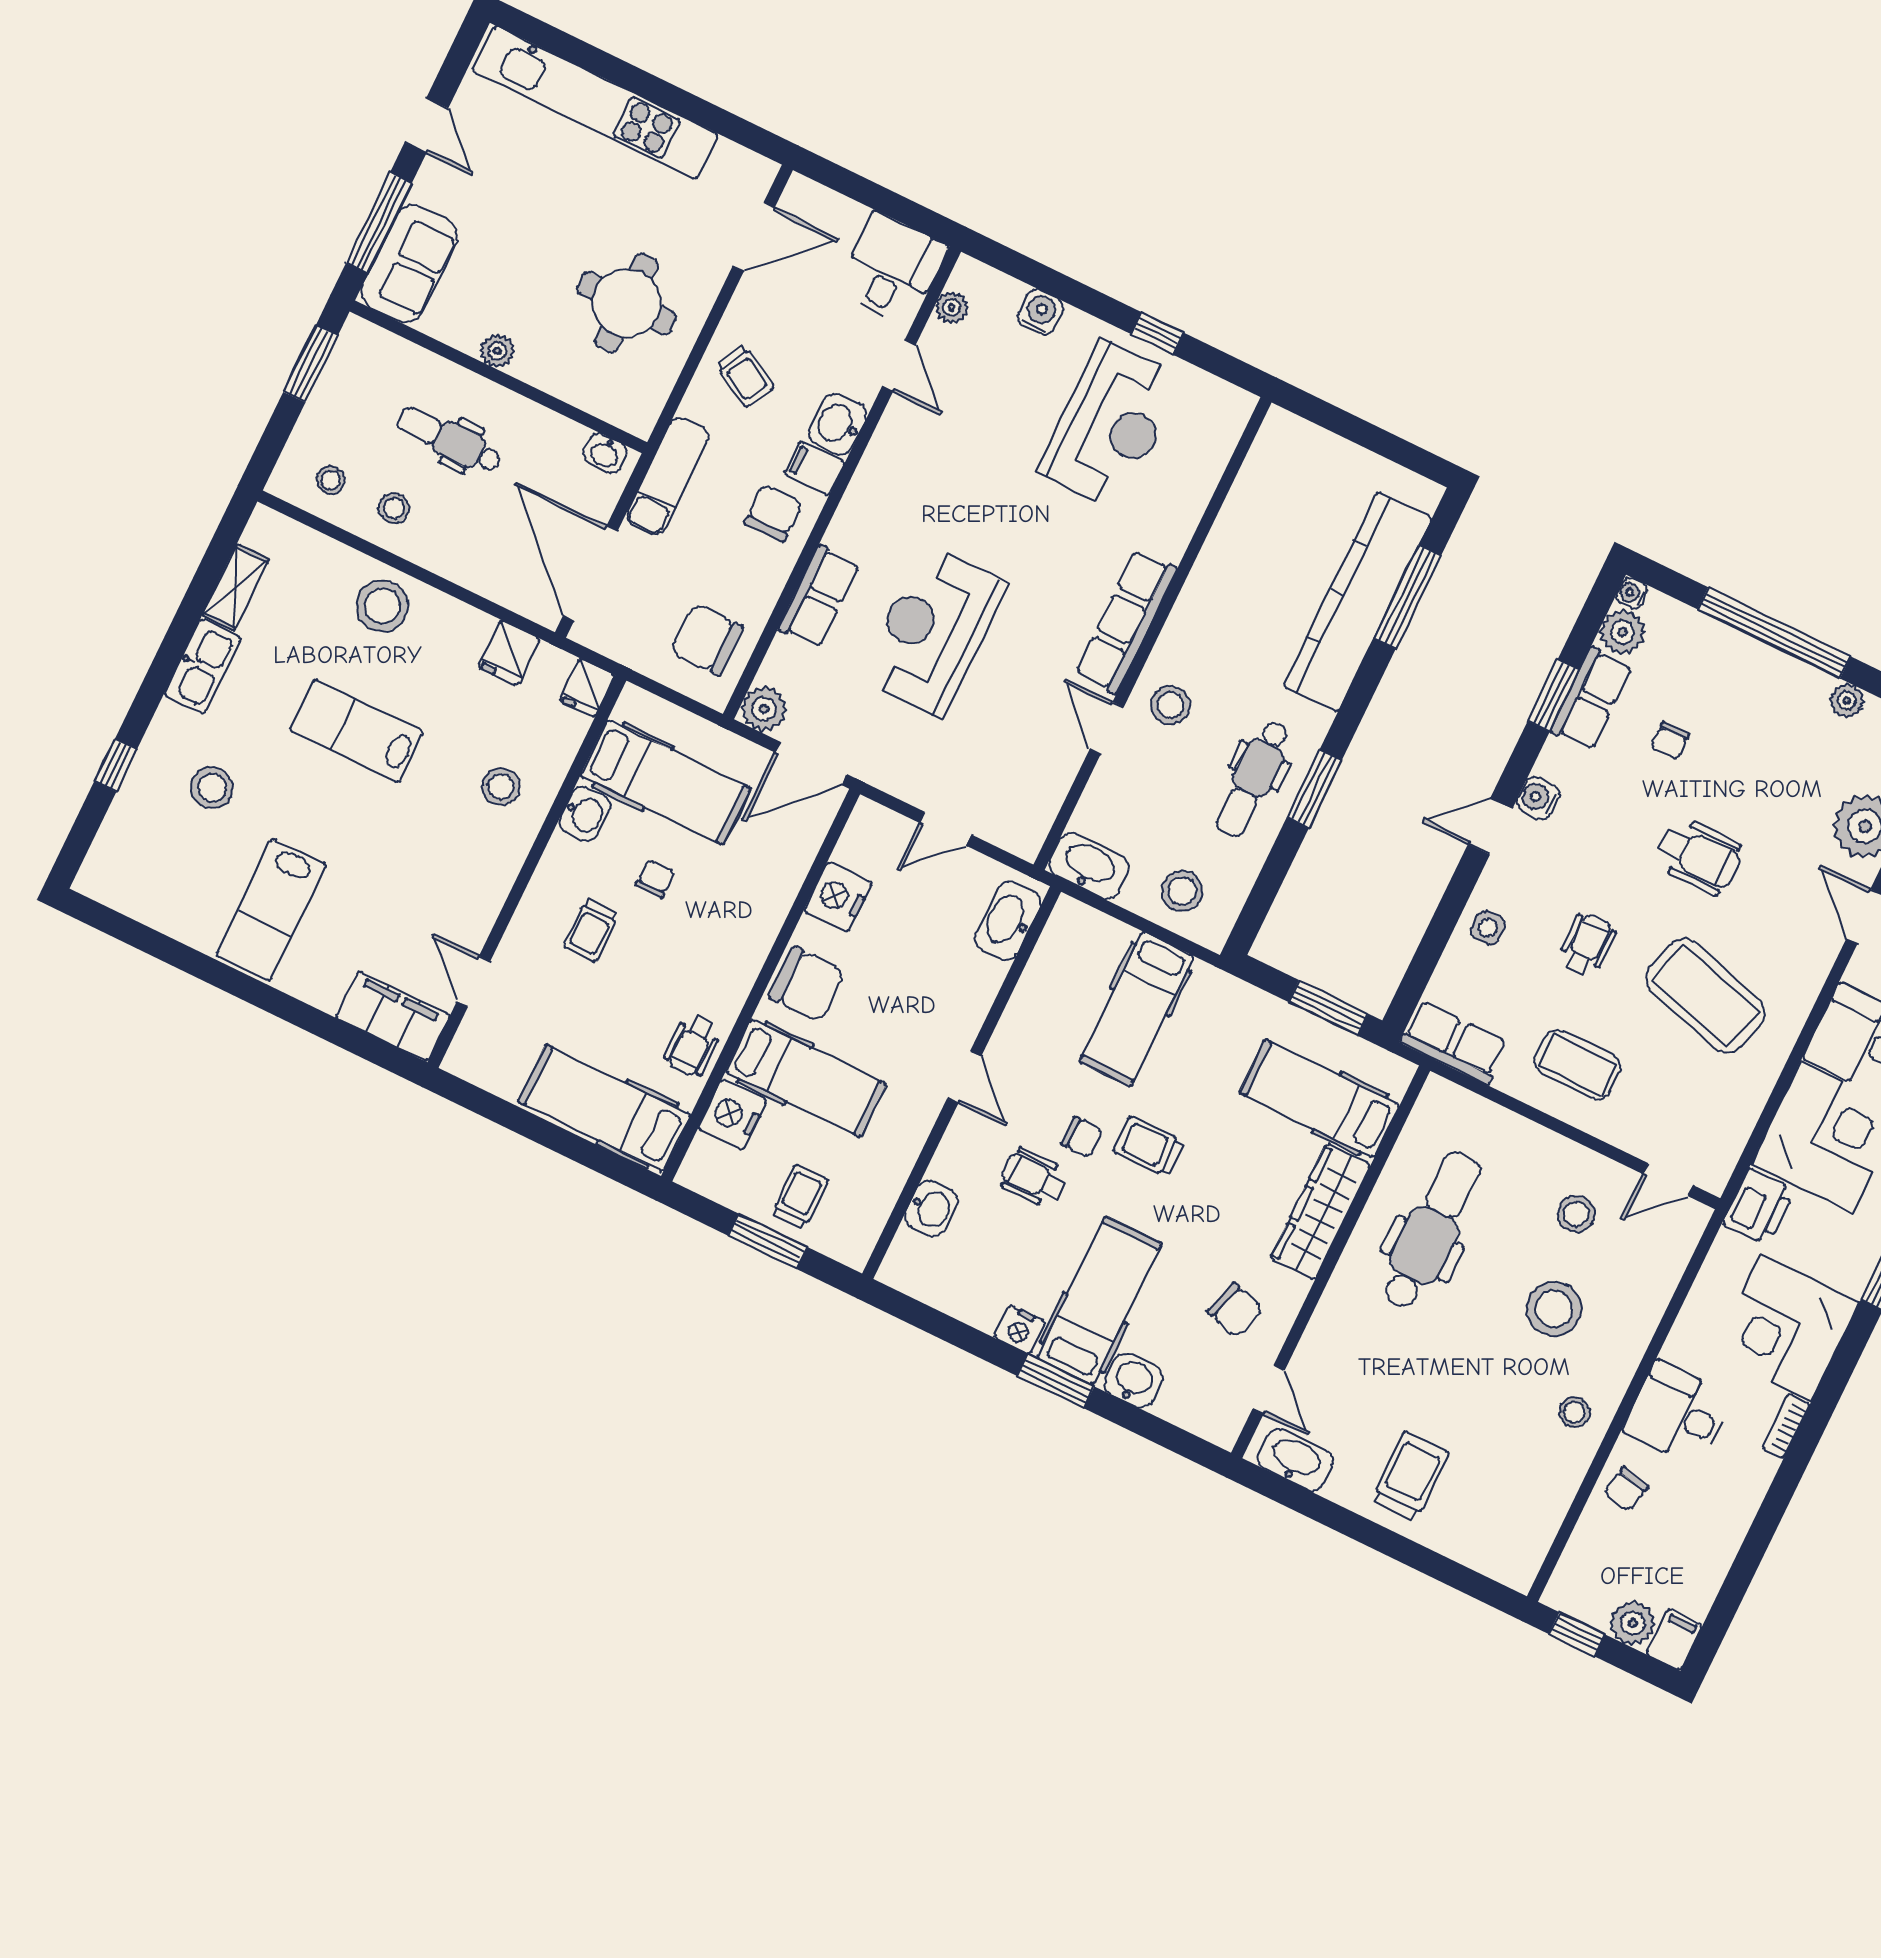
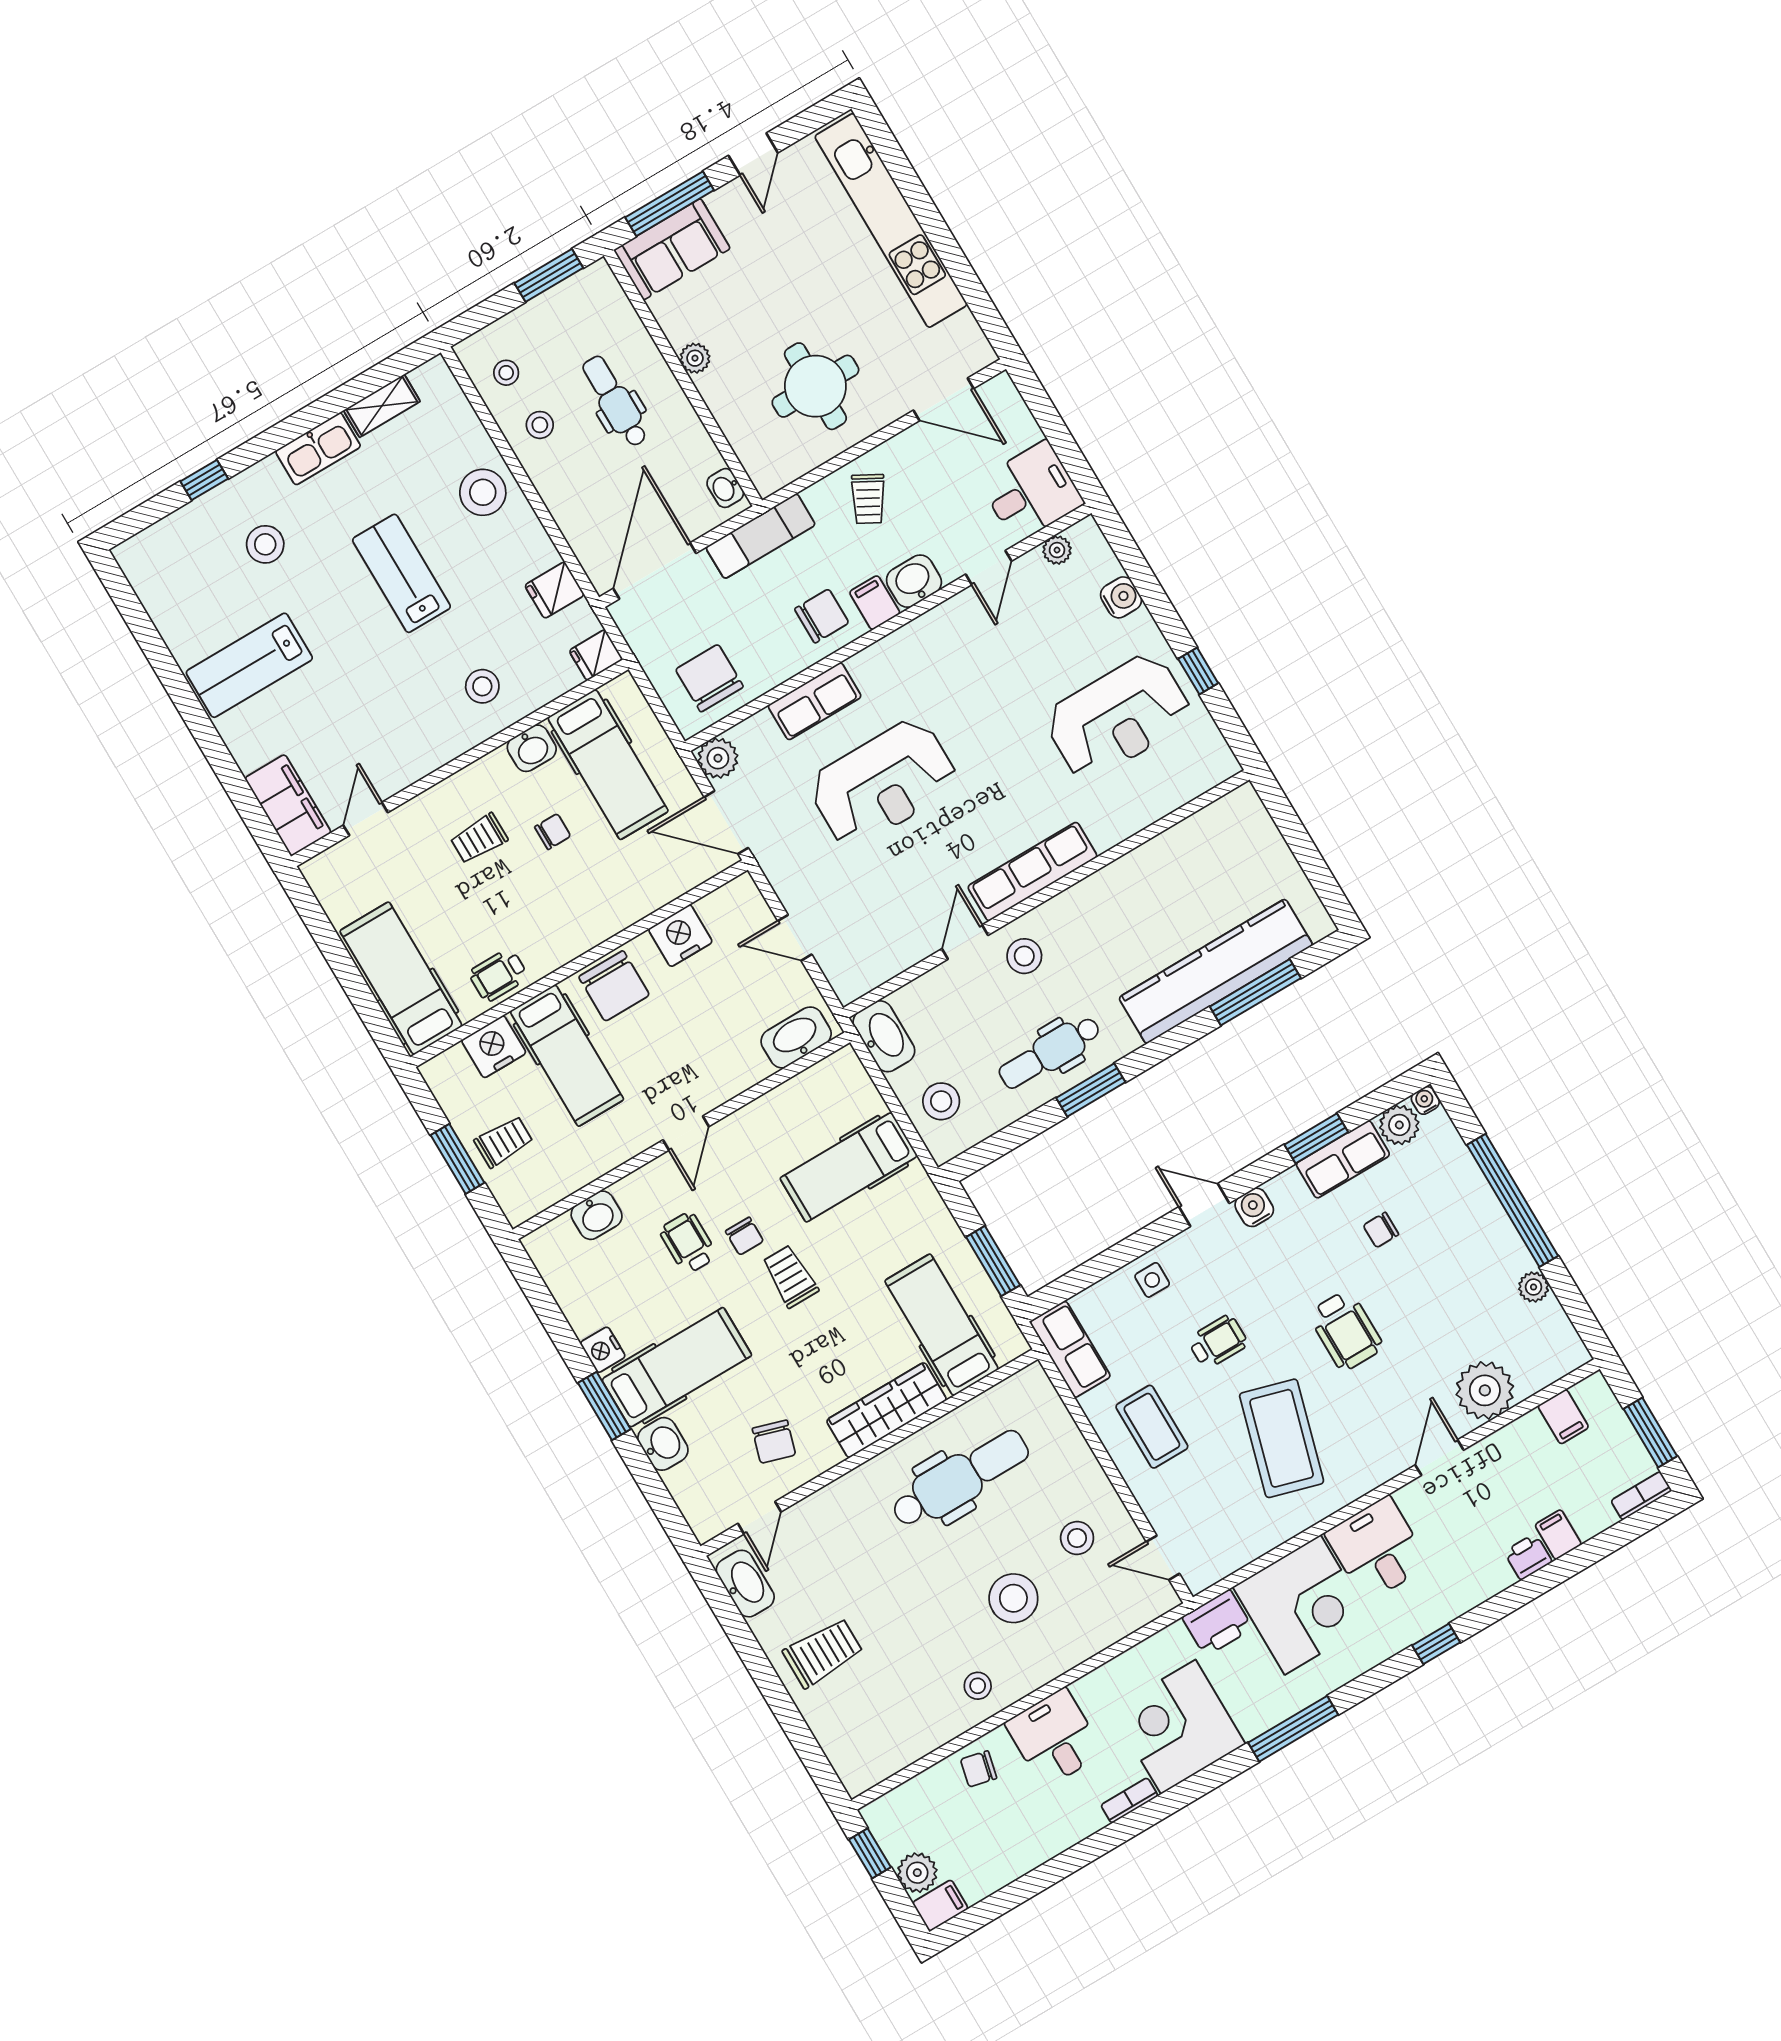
reception desk: (933, 631) -> (883, 783), turned 180

